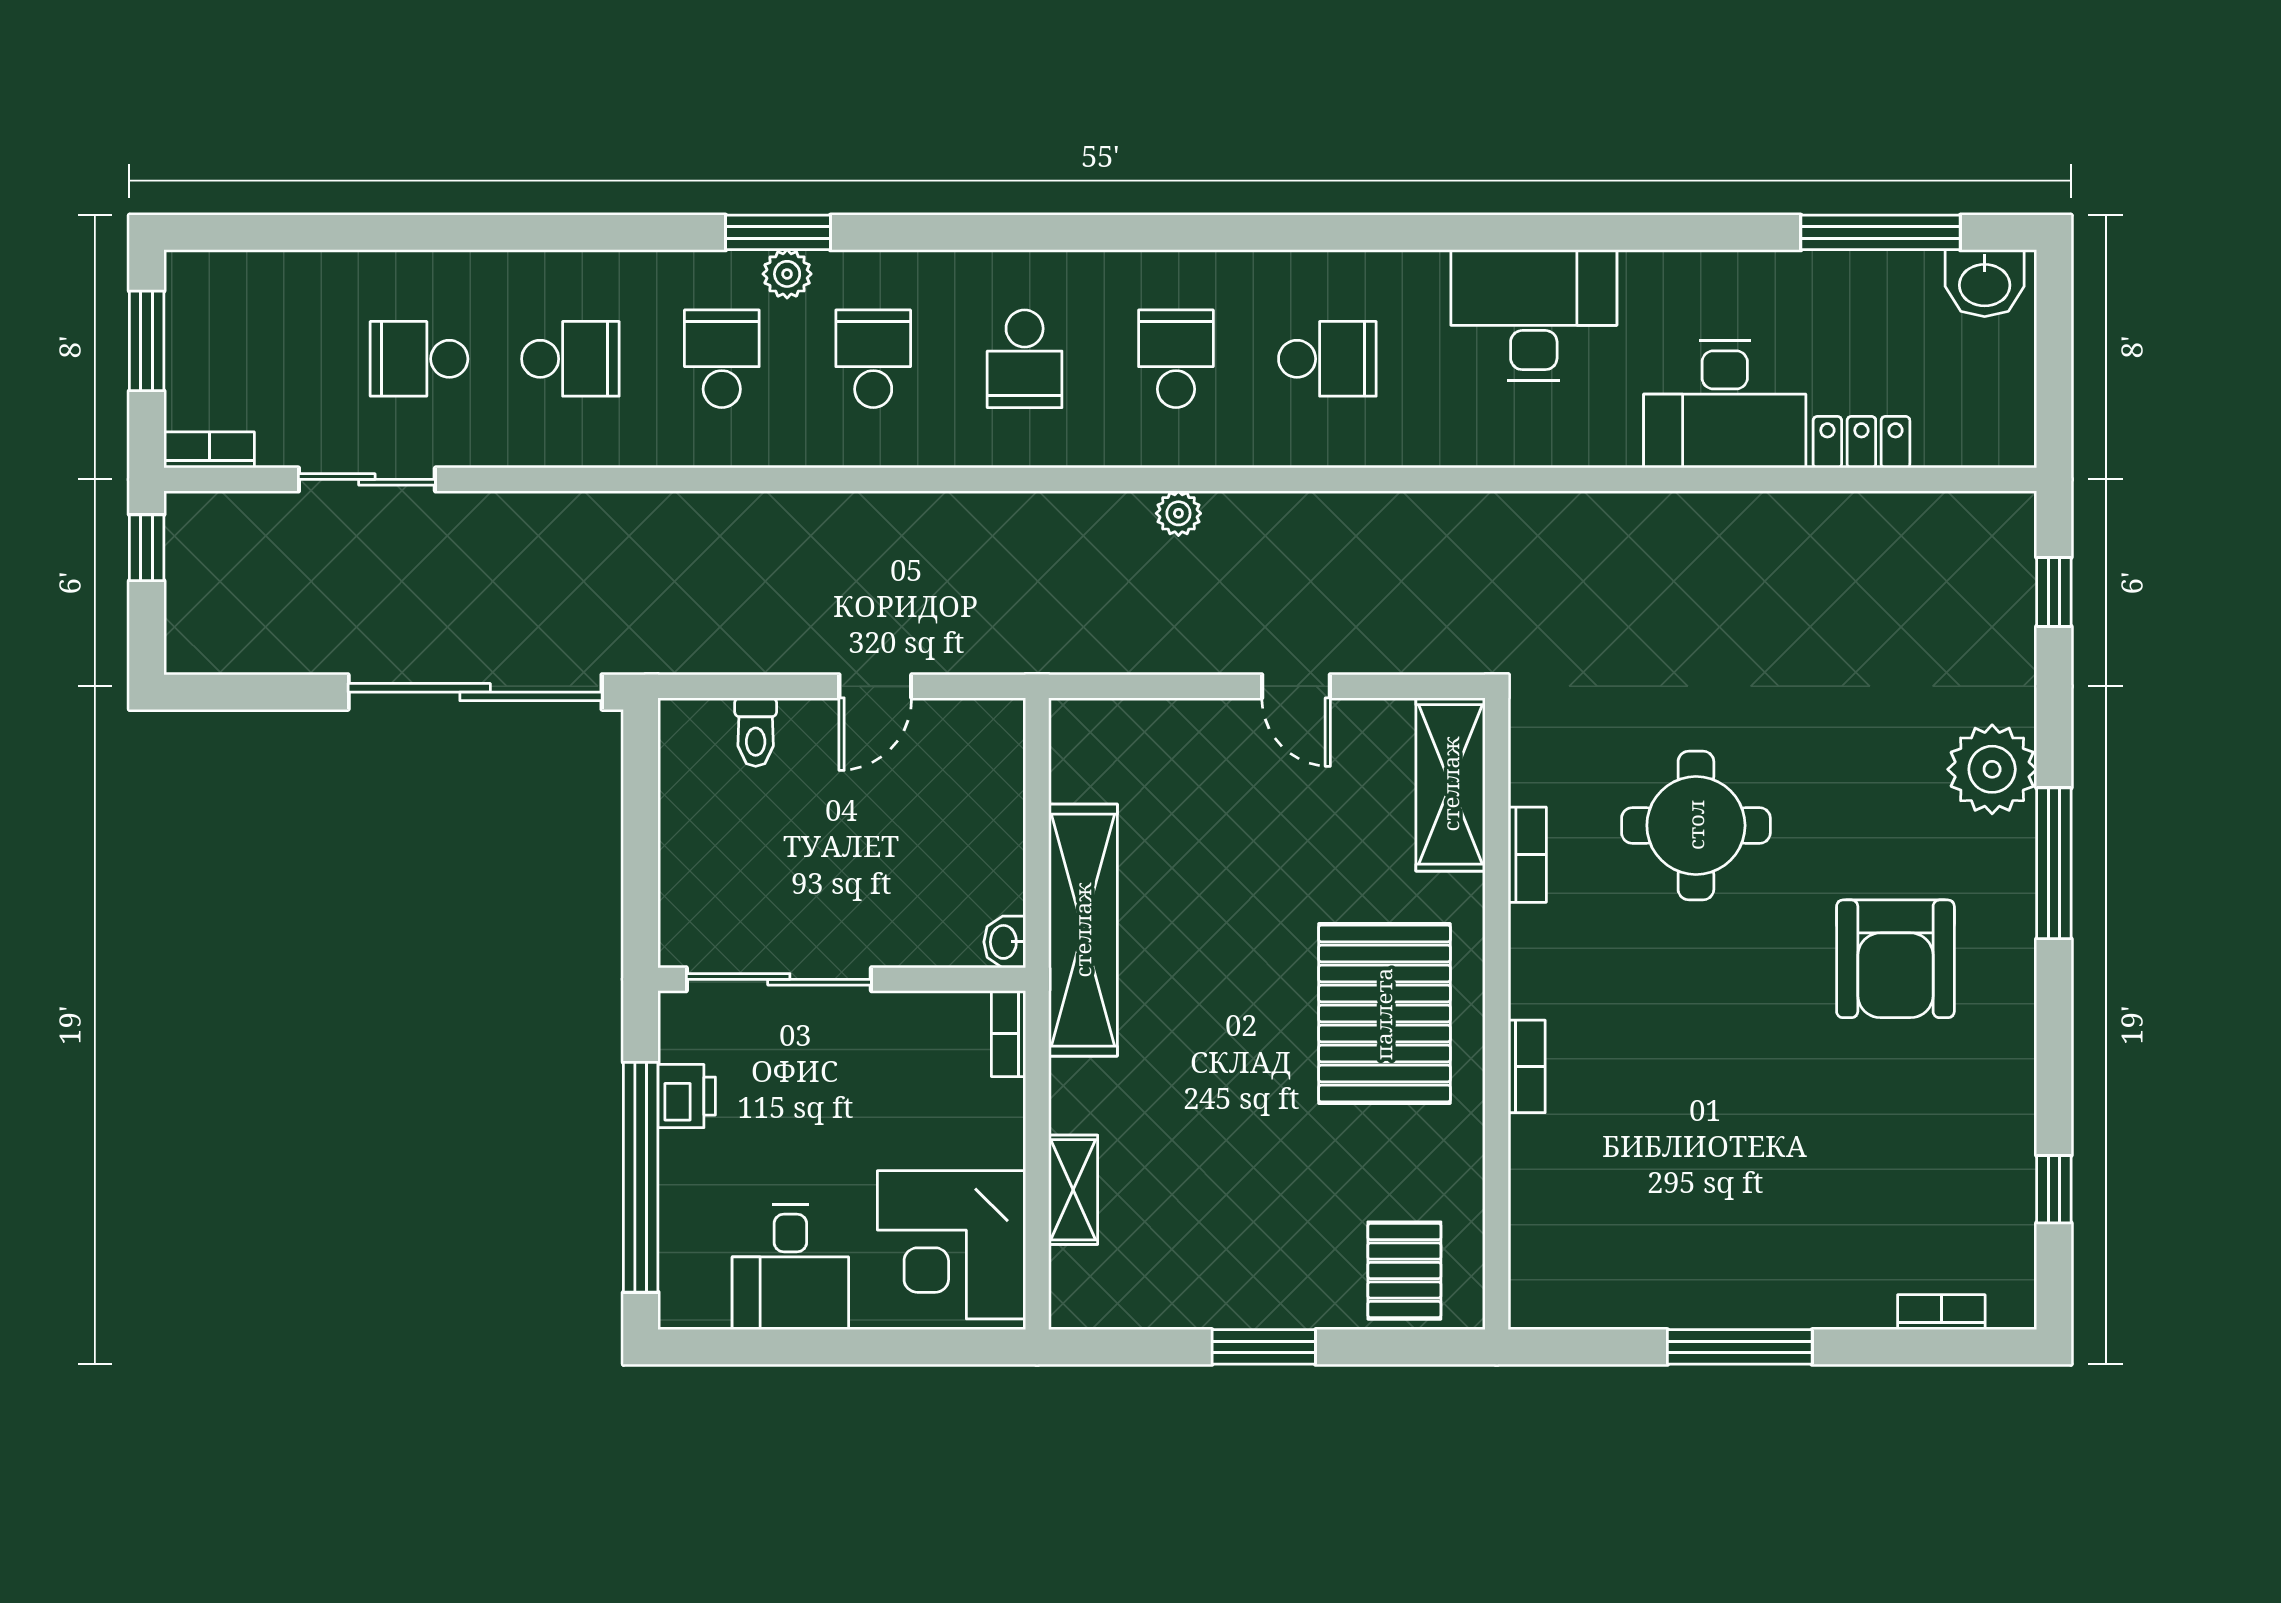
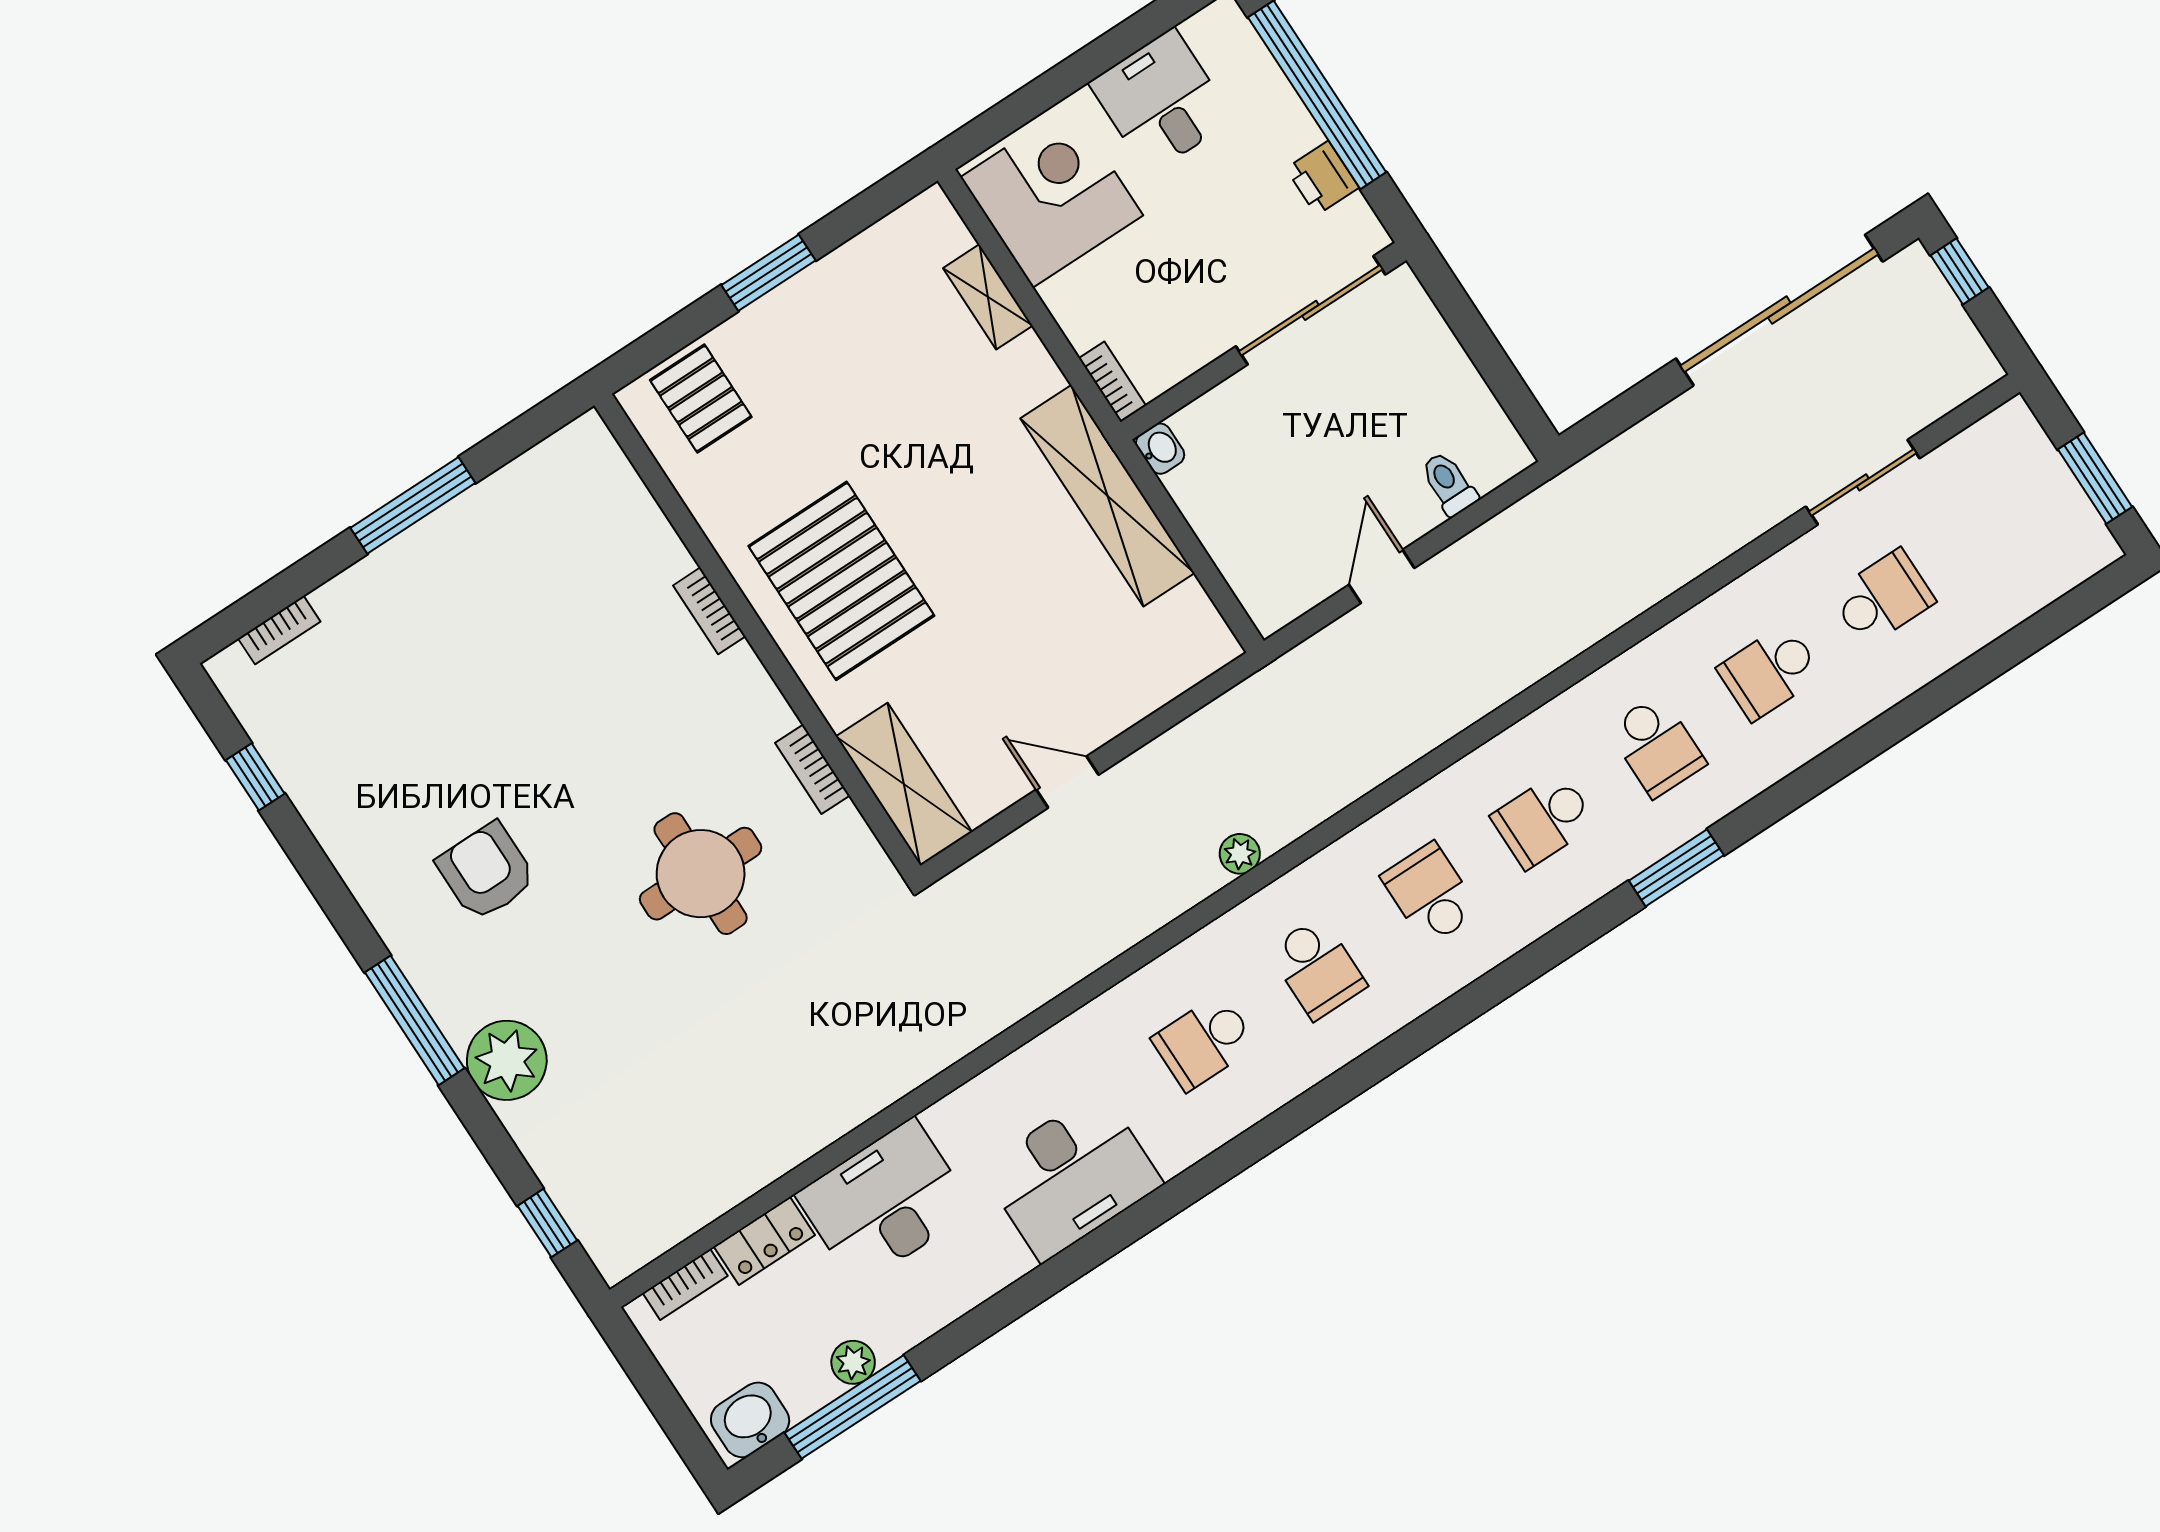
plant: (787, 274) -> (853, 1362), moved
school desk: (873, 359) -> (1543, 820), turned 90
bookcase: (209, 450) -> (685, 1284), moved
window: (147, 548) -> (1960, 271), moved
sliding door: (475, 692) -> (1779, 310), moved
armchair: (1895, 959) -> (486, 871), width x0.73, depth x0.73

